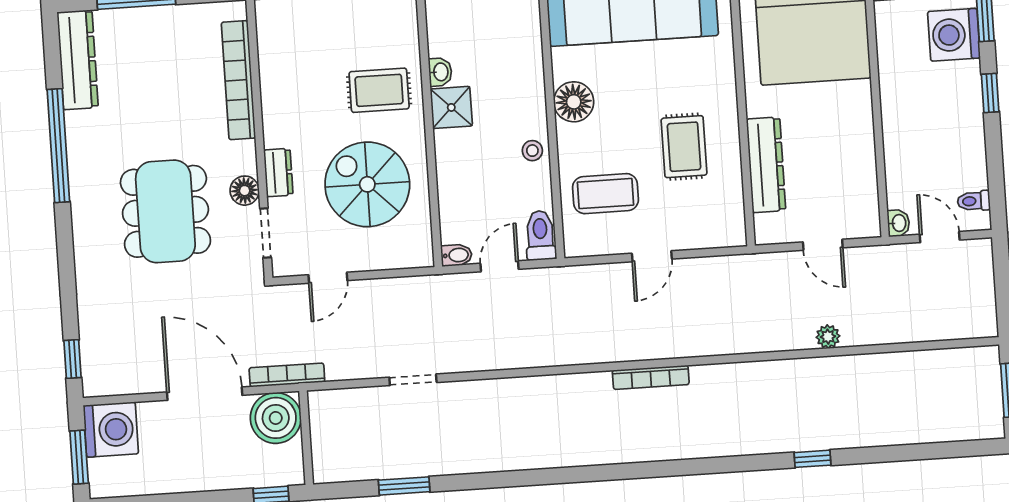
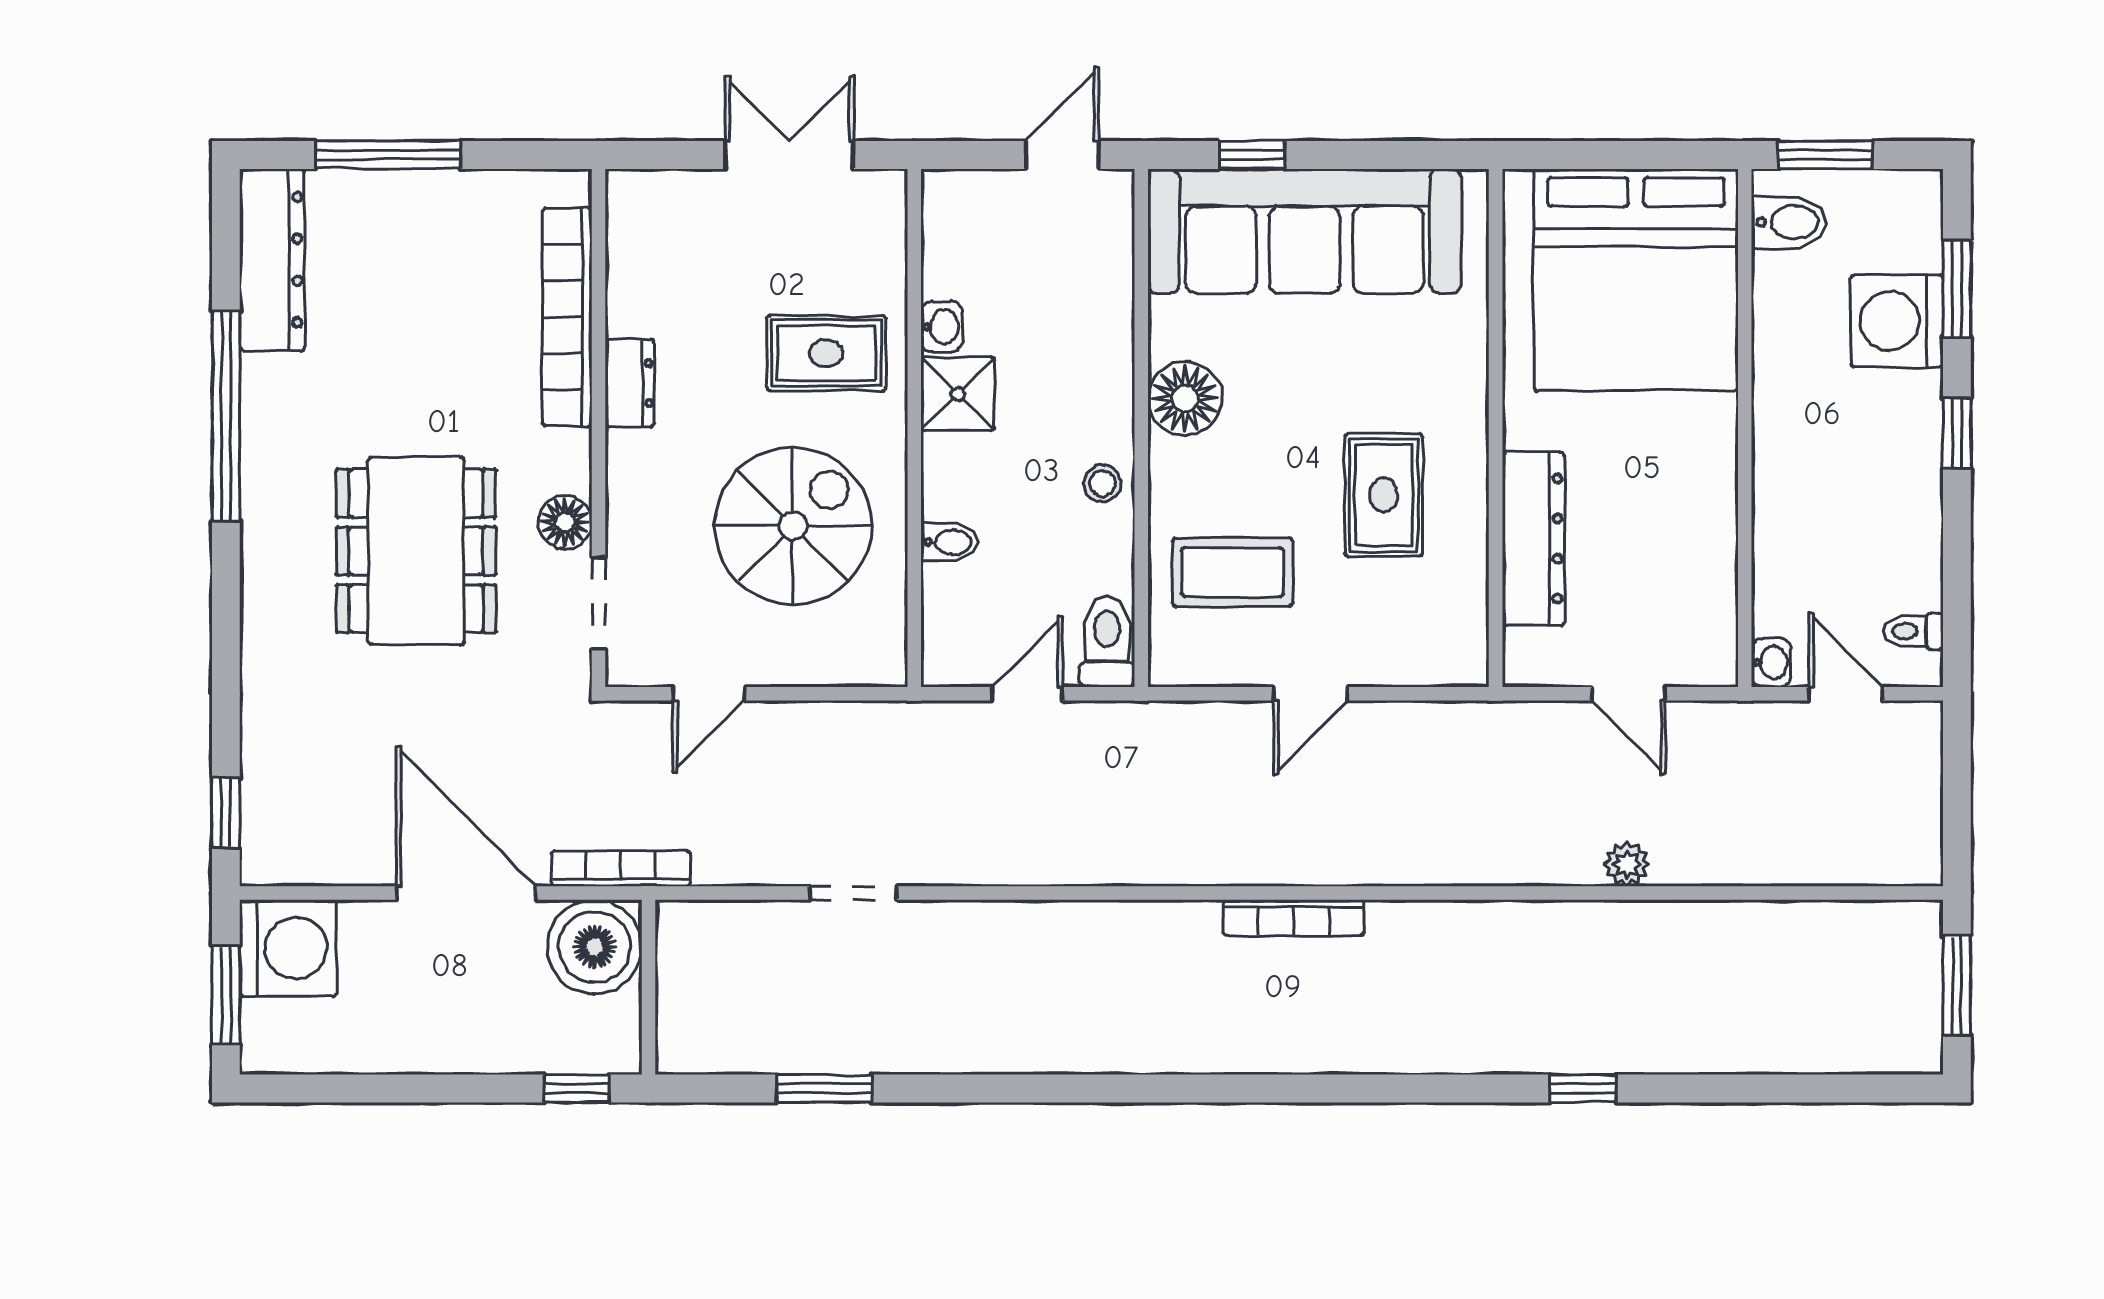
dresser: (278, 173) -> (630, 383), moved
spiral stairs: (367, 184) -> (793, 526), turned 90
bidet: (456, 255) -> (949, 542), moved

